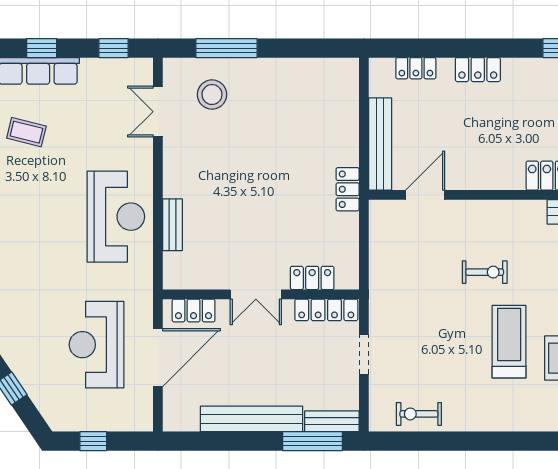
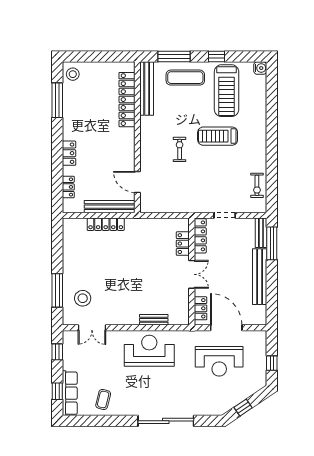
locker: (348, 189) -> (106, 224), moved, width x1.53

